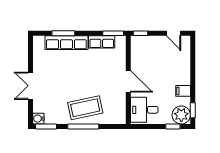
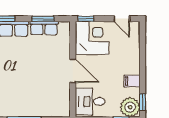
window: (113, 33) -> (43, 19), moved
corner desk: (146, 51) -> (92, 38), added
coffee table: (85, 108) -> (26, 99), removed

